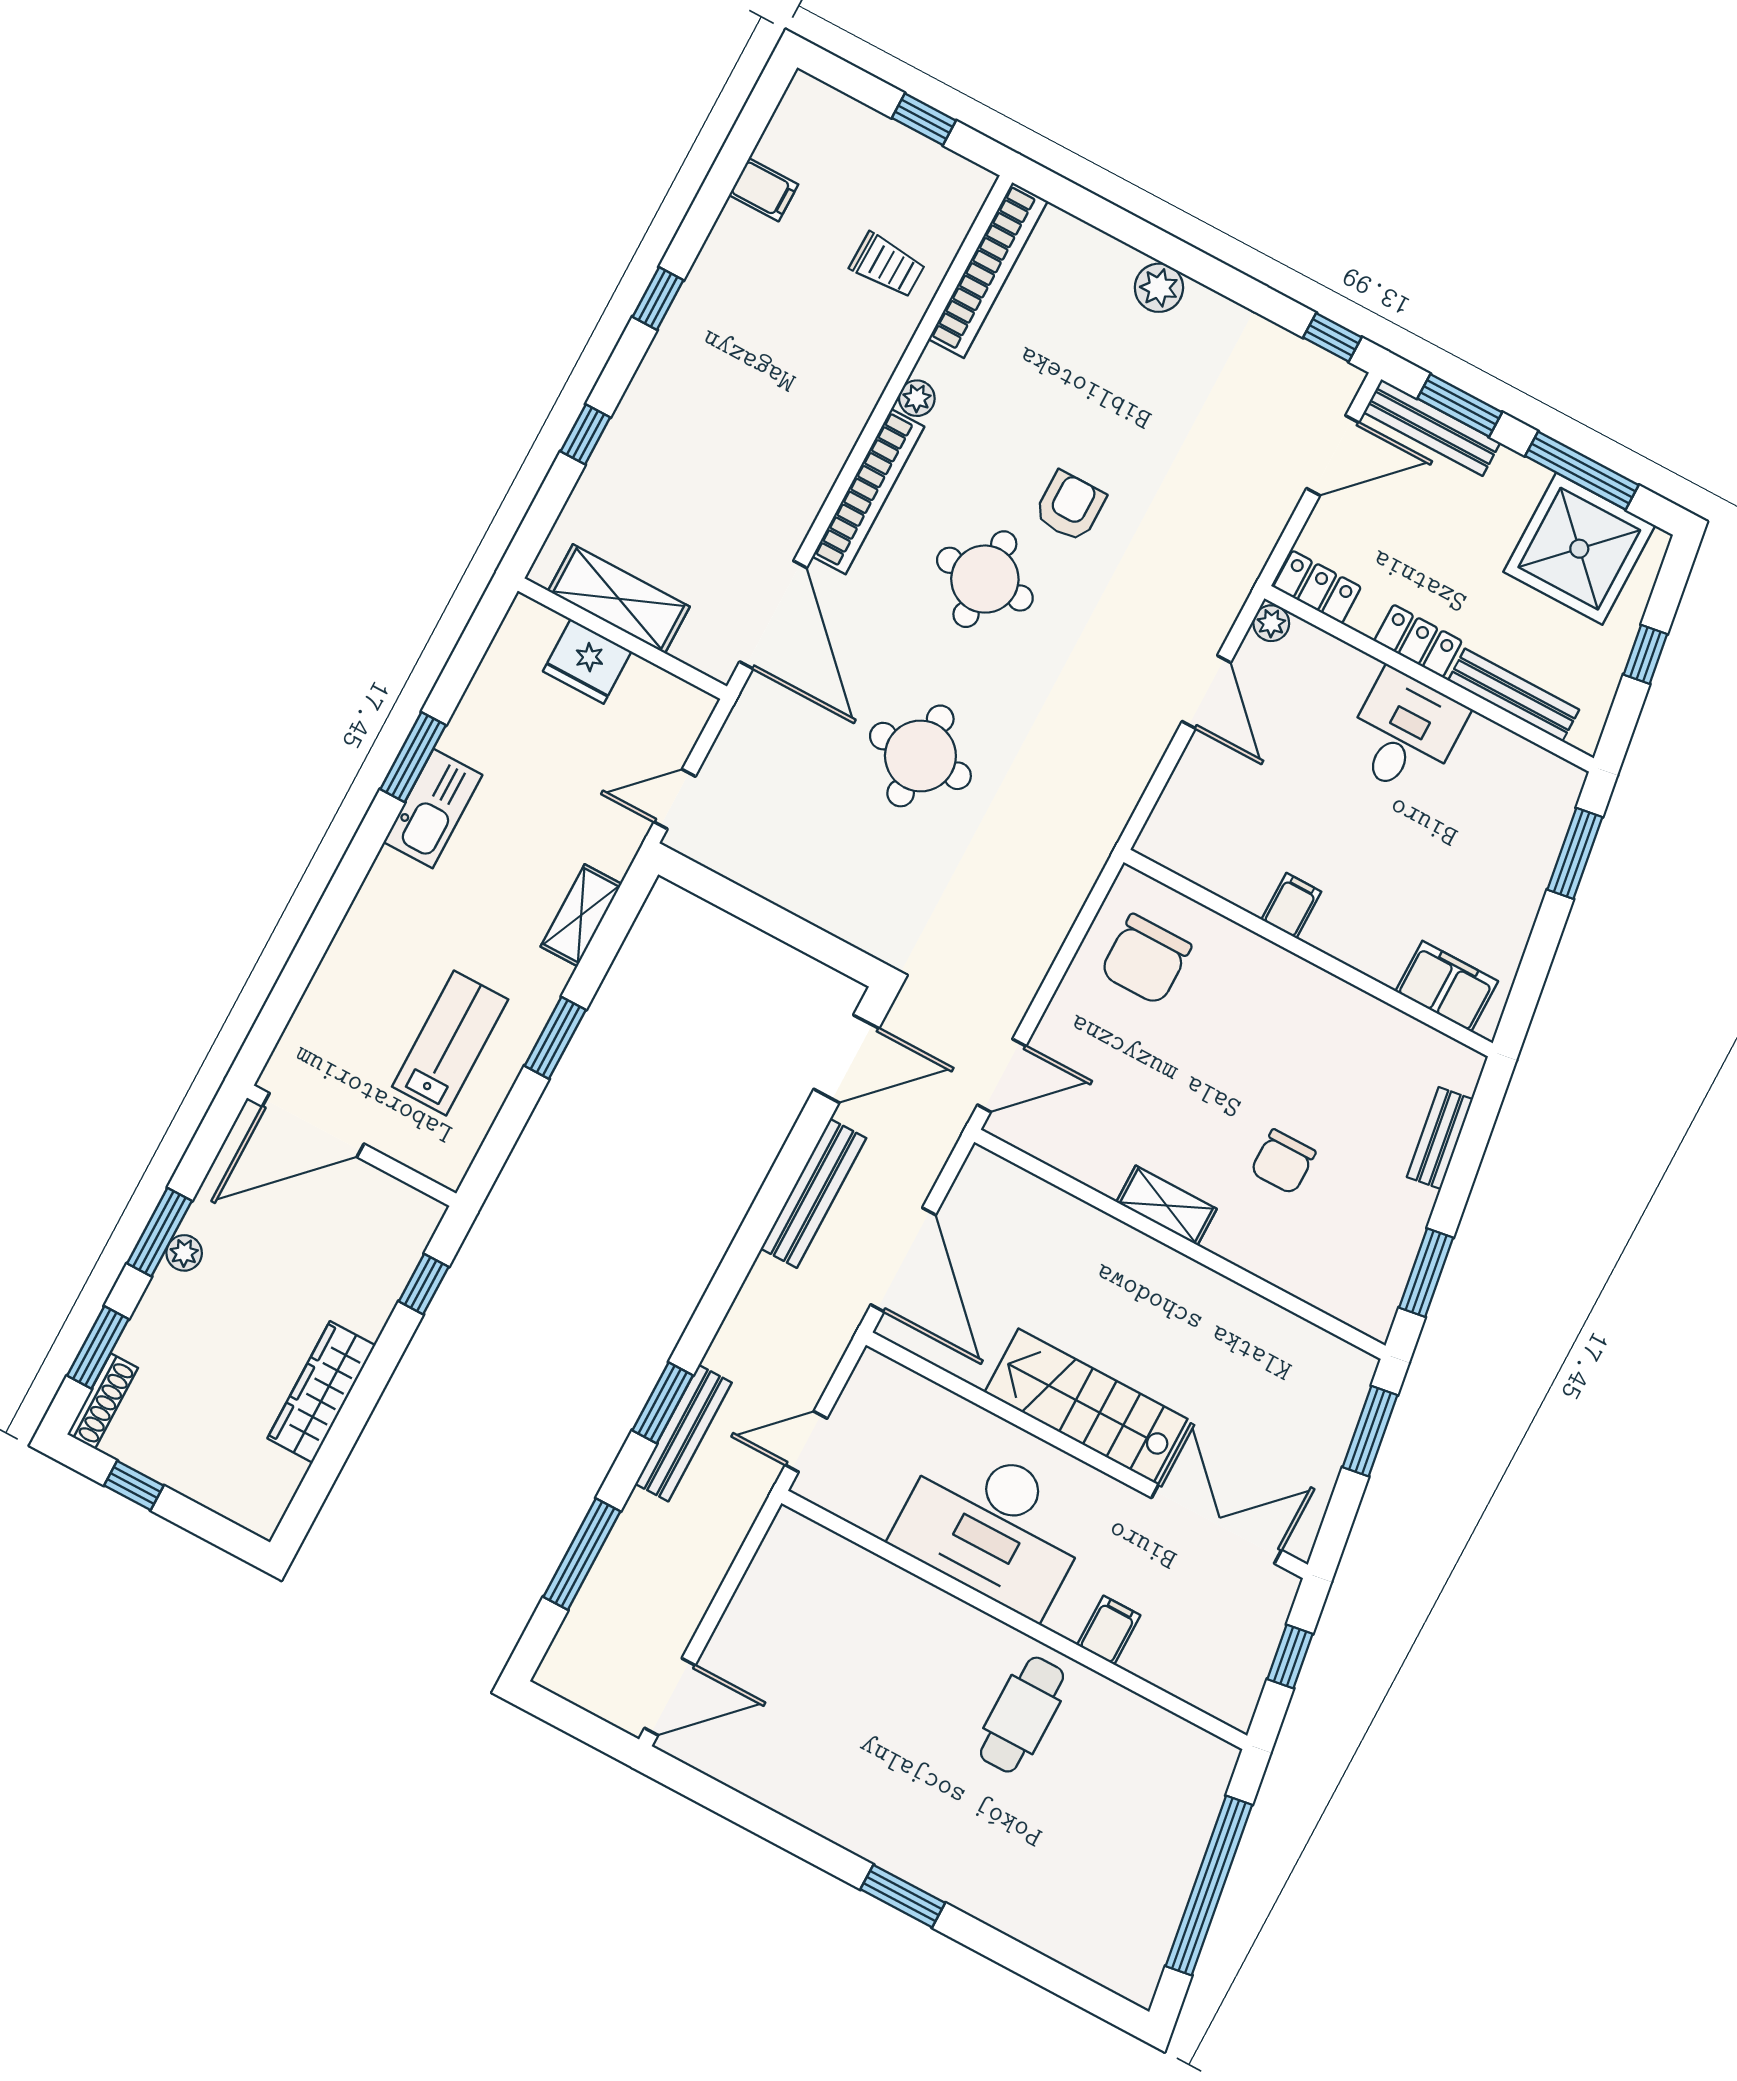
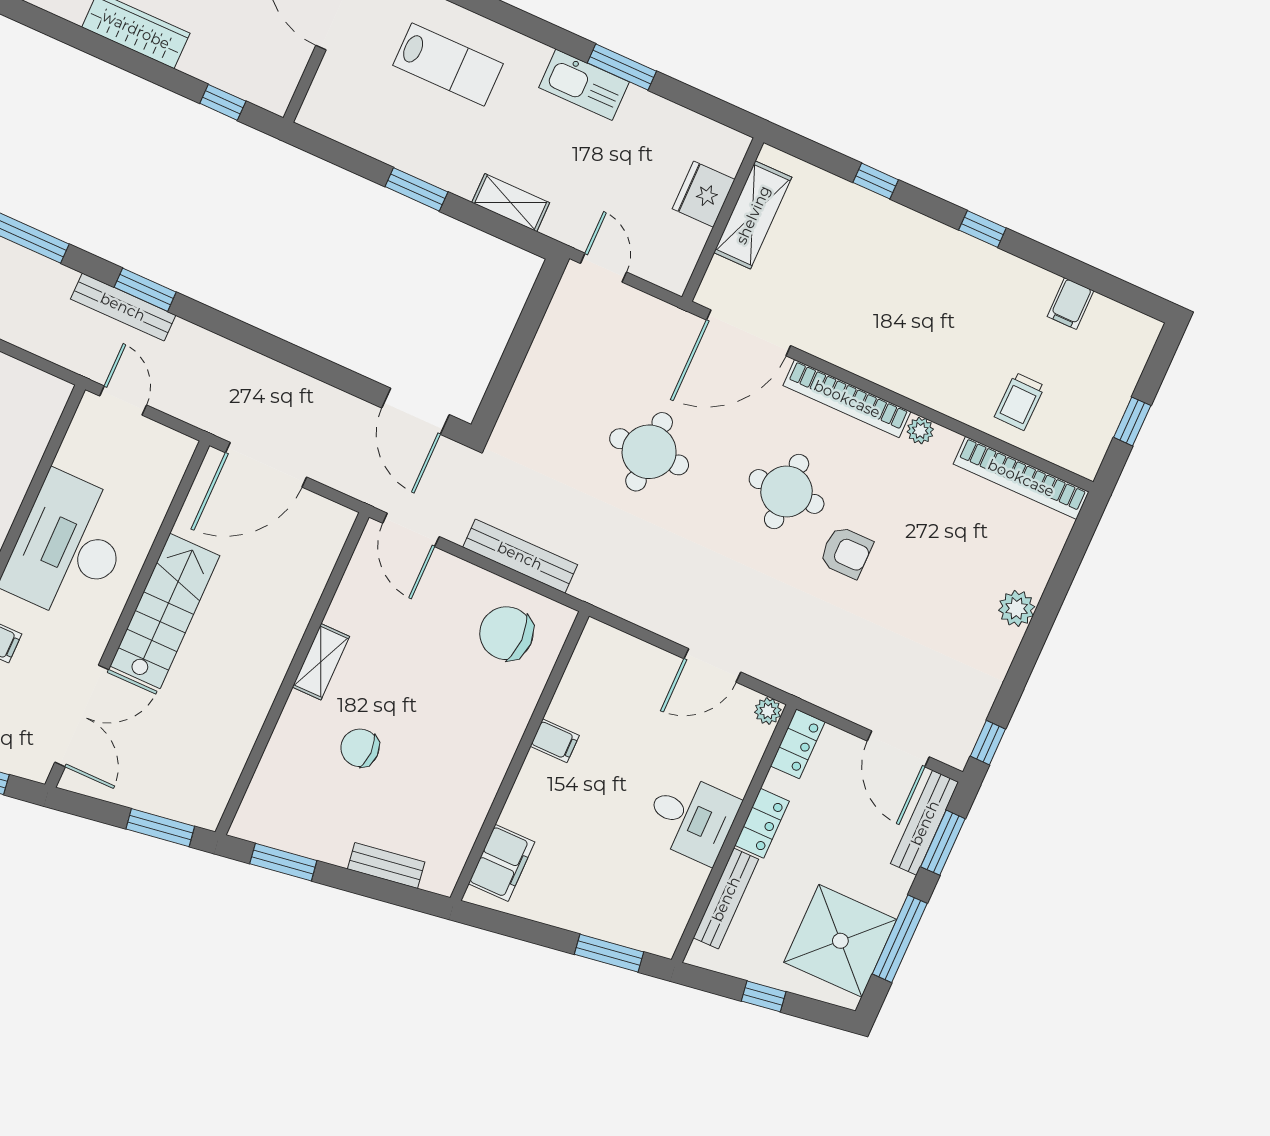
lab bench: (450, 1043) -> (448, 64), moved
bench: (813, 1193) -> (520, 556), moved

